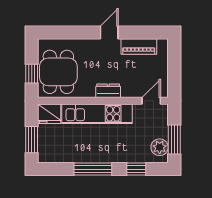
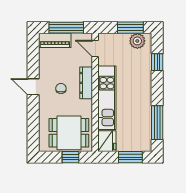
piano: (139, 47) -> (55, 40), moved, turned 90
chair: (107, 63) -> (61, 88), added
window: (174, 69) -> (66, 28), added
dresser: (108, 91) -> (86, 83), width x1.44
window: (93, 169) -> (157, 123), moved

